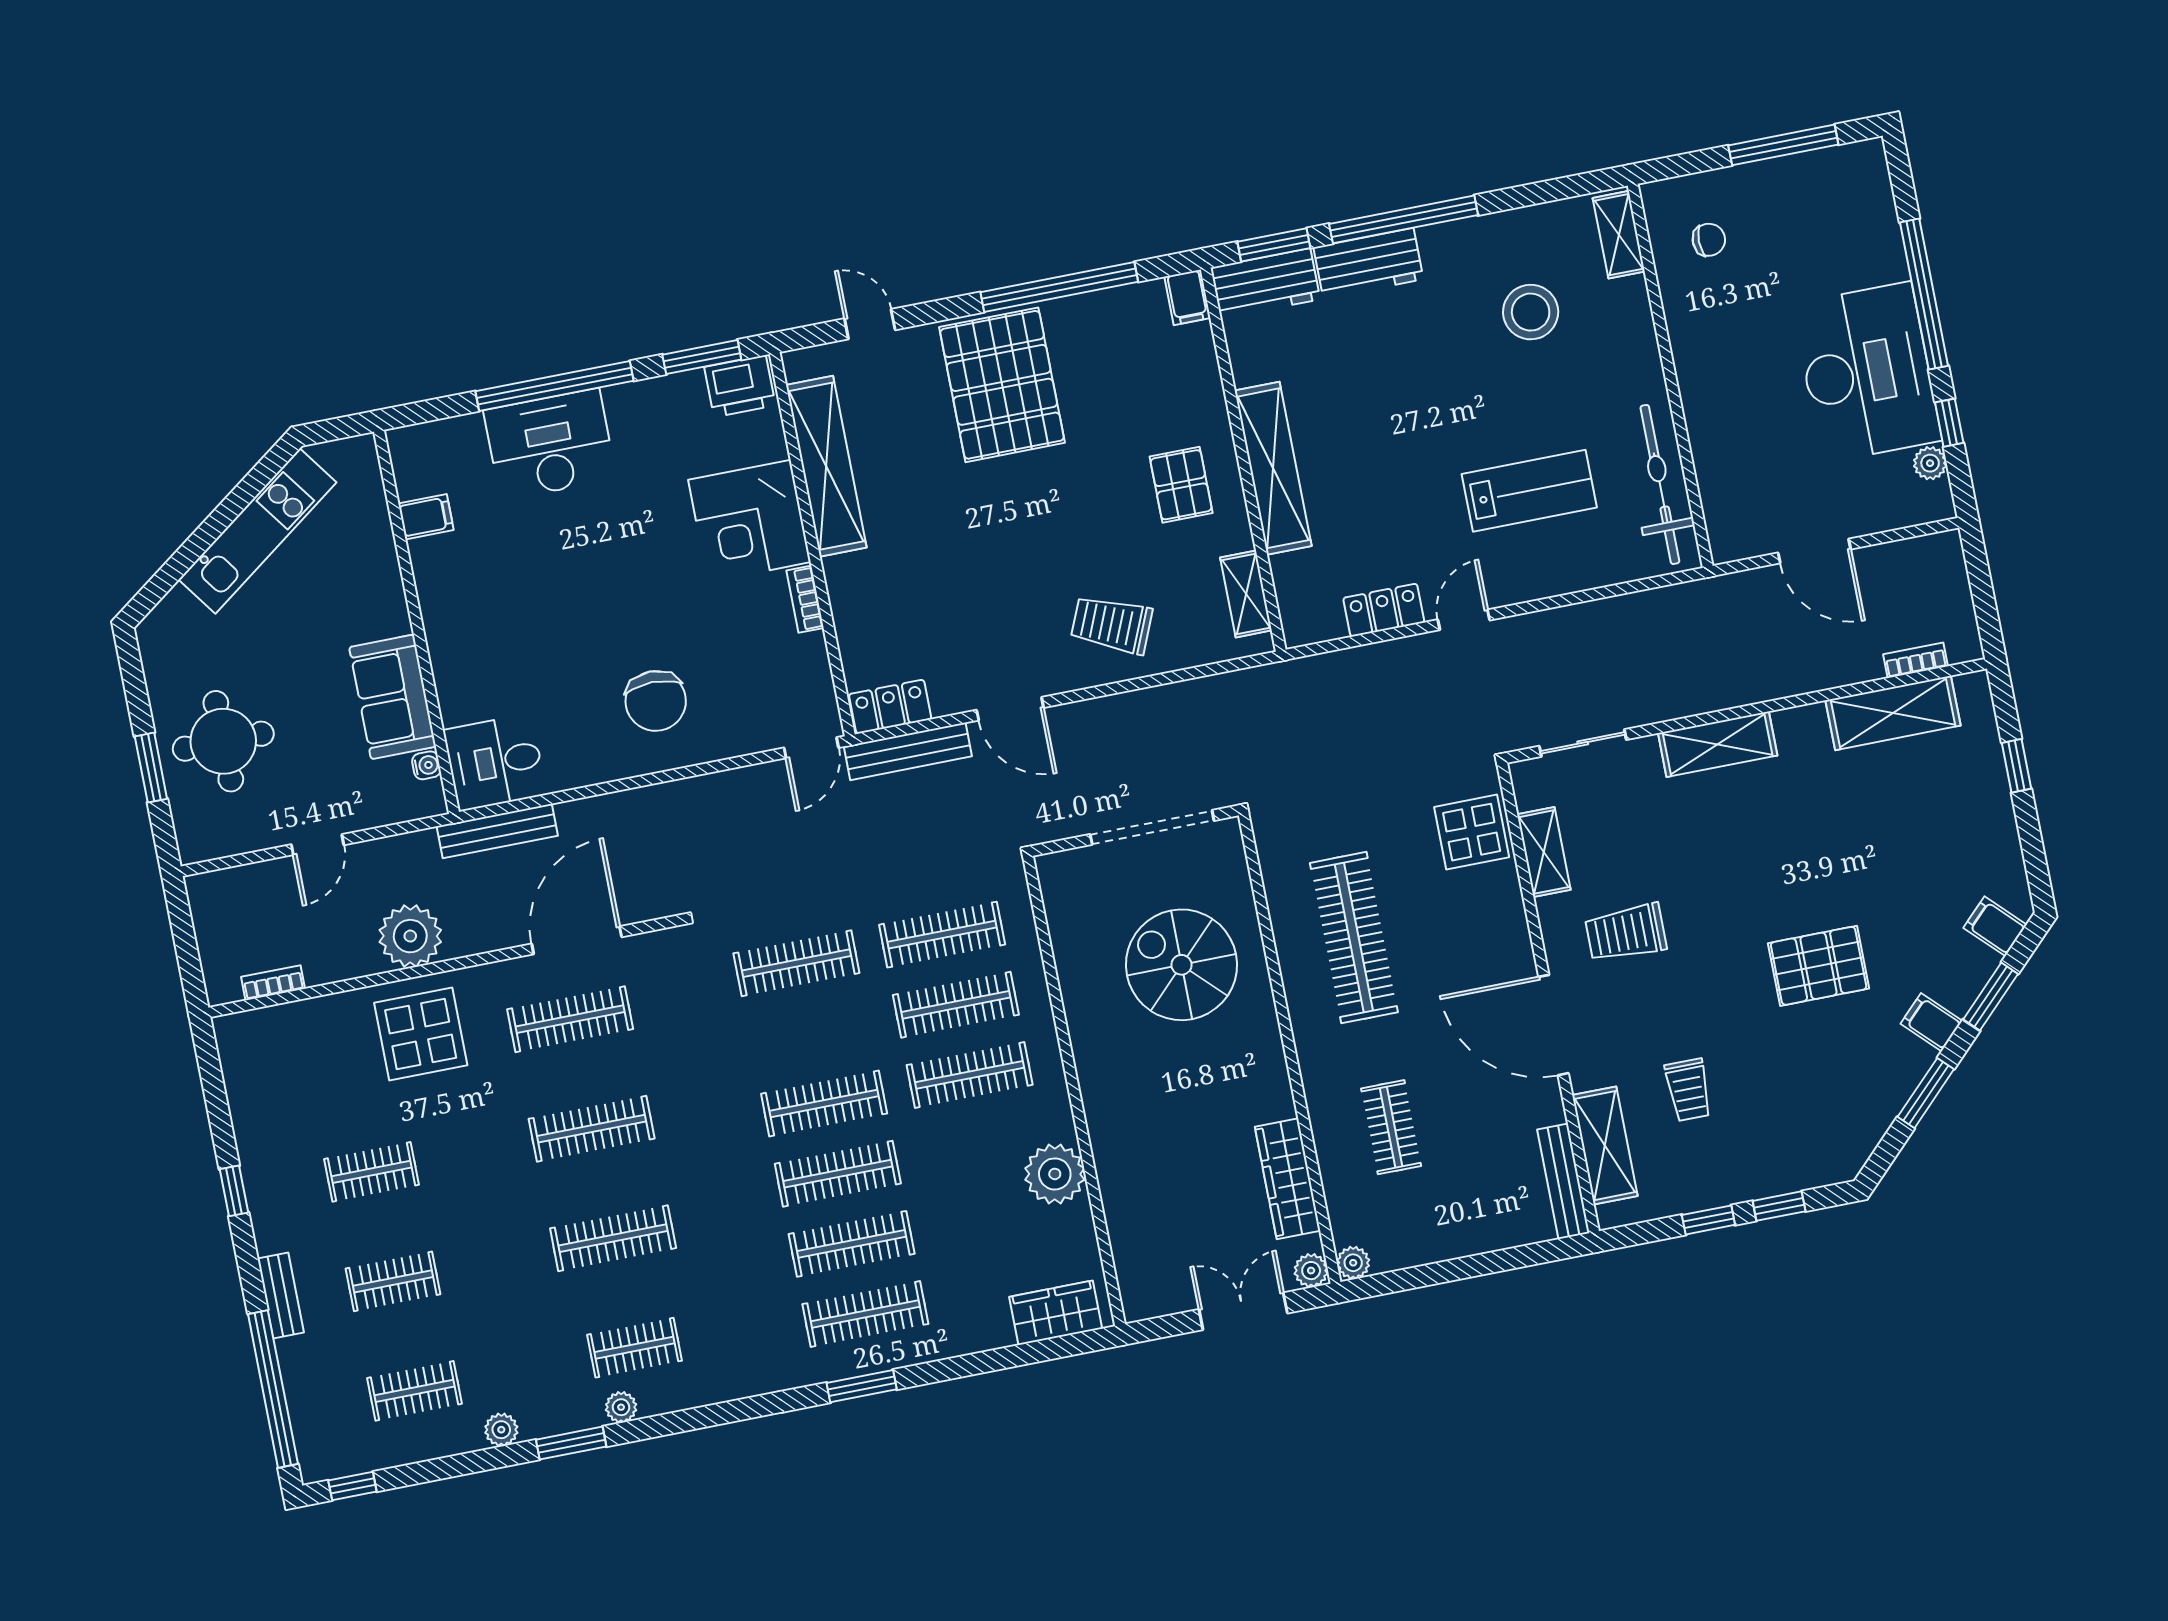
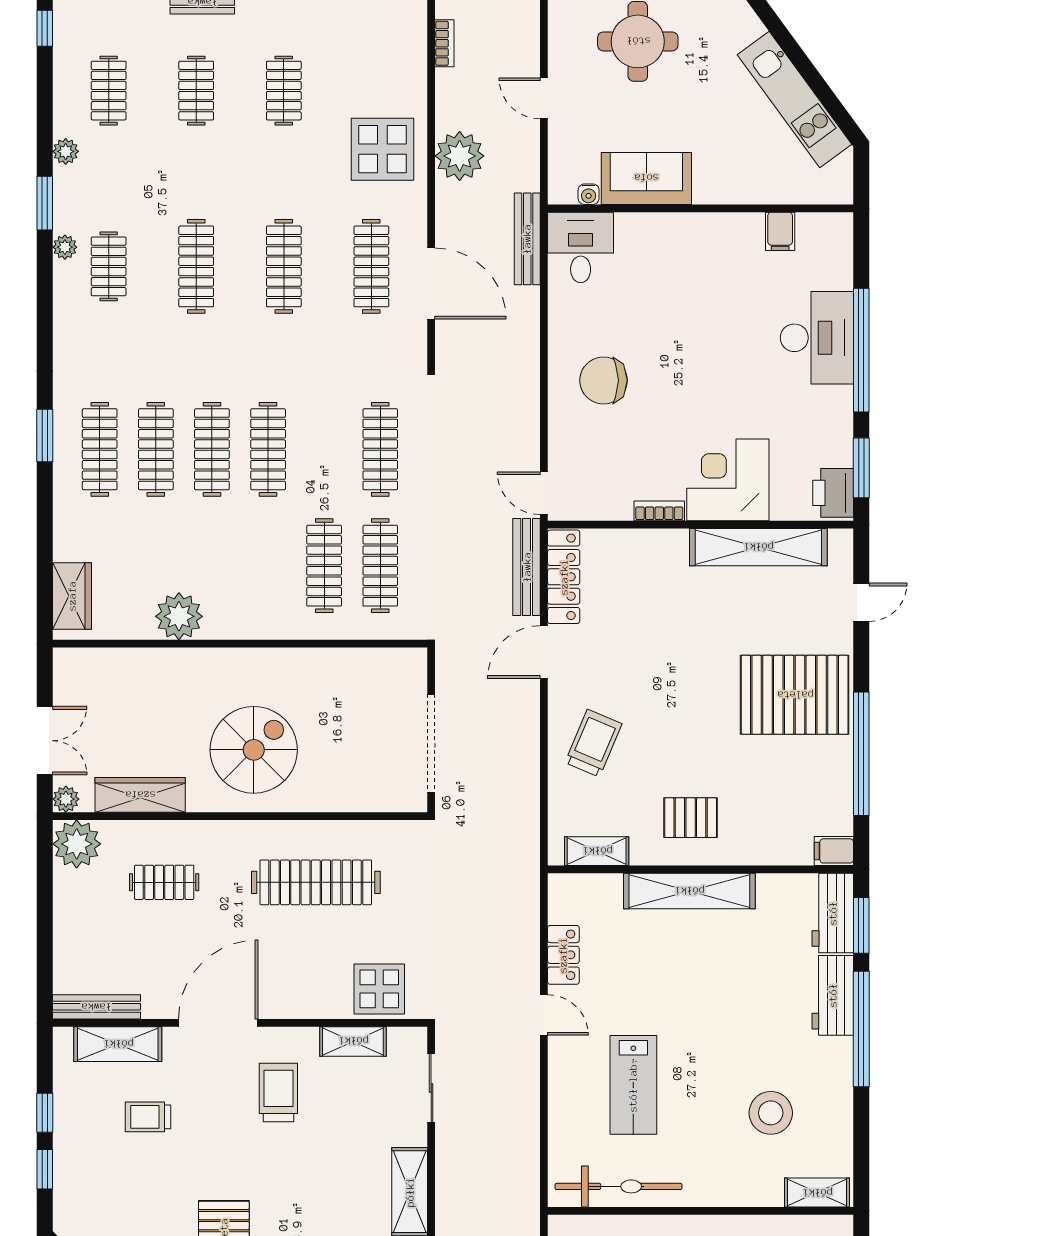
locker: (890, 707) -> (564, 577), width x1.53
spiral stairs: (1181, 965) -> (254, 750), moved
clothes rail: (970, 1075) -> (268, 566), removed
plant: (1353, 1263) -> (77, 844), width x1.87, depth x1.87

